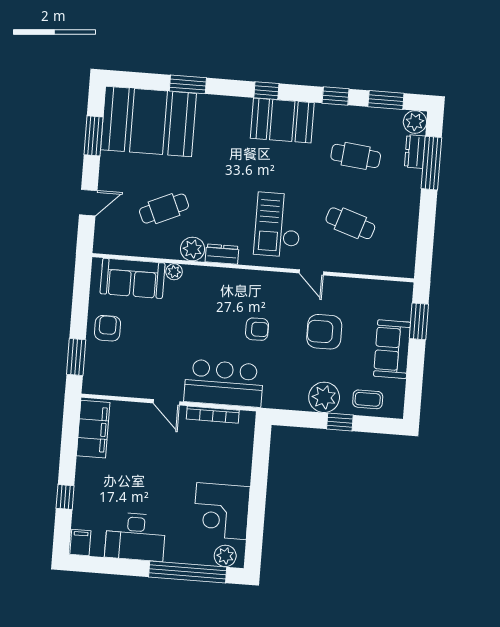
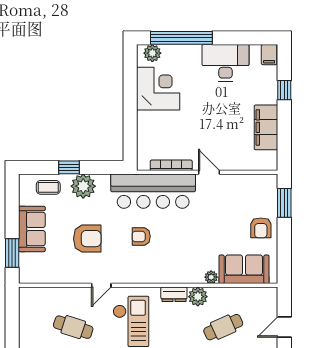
door: (311, 272) -> (101, 285), swing flipped
bar counter: (224, 383) -> (153, 191), width x1.36
filing cabinet: (93, 429) -> (266, 127), moved

